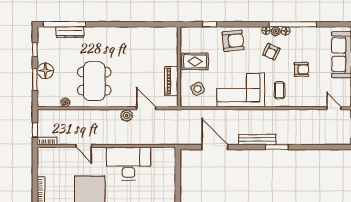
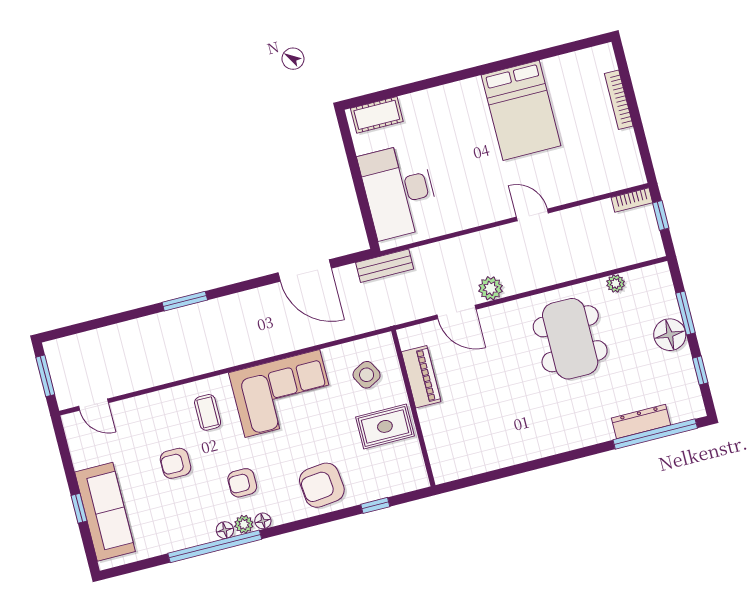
armchair: (271, 52) -> (242, 483), turned -115
bench: (257, 140) -> (385, 266), moved, width x0.73
door: (84, 146) -> (532, 215), moved
desk: (129, 164) -> (399, 191), moved, turned 90

